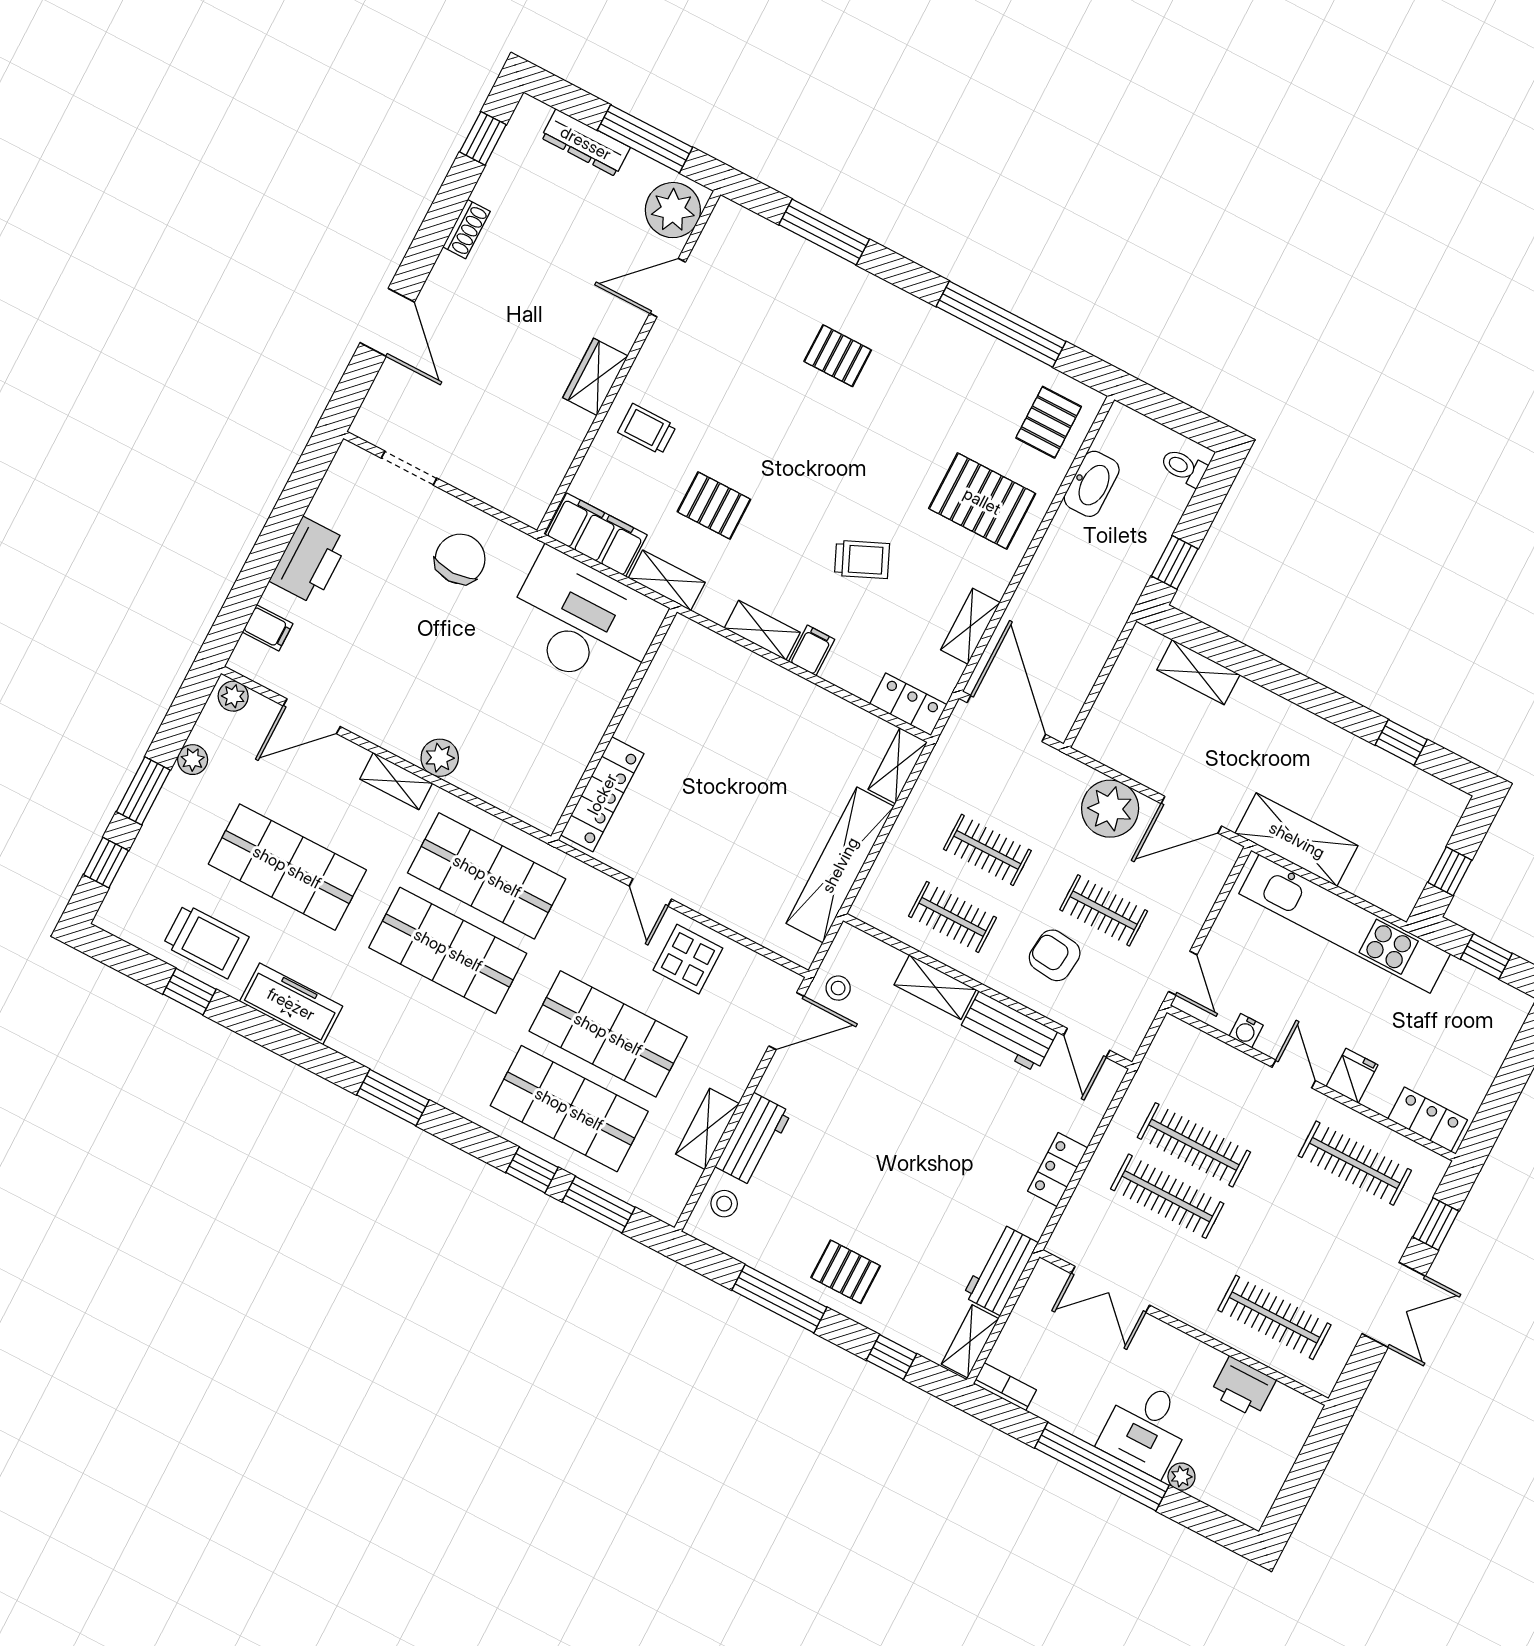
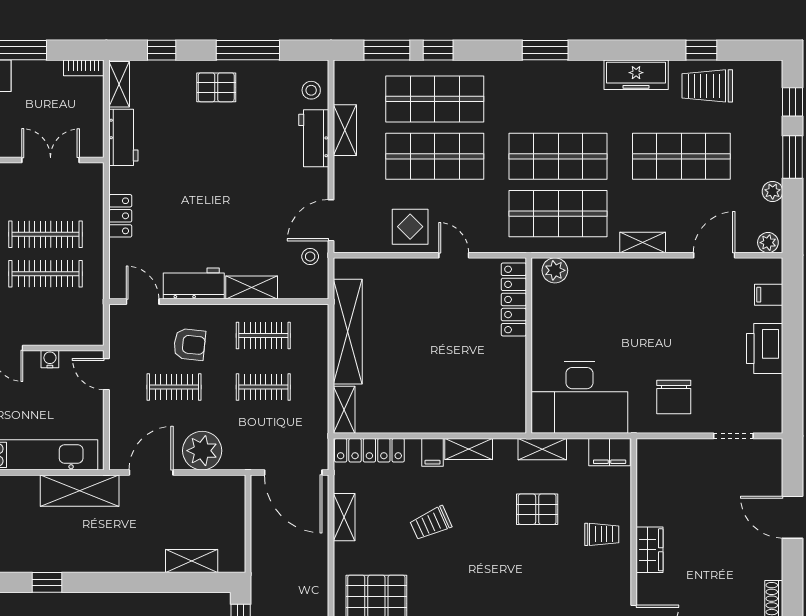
filing cabinet: (596, 535) -> (610, 452), width x0.67, depth x0.86
locker: (908, 704) -> (369, 450), width x1.53
plant: (440, 758) -> (555, 270), moved

